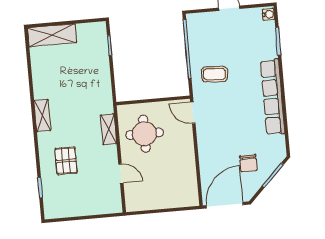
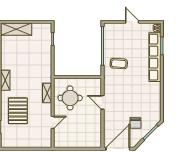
row of seats: (273, 97) -> (155, 57), moved
door: (193, 113) -> (103, 102), moved
pallet: (66, 161) -> (18, 111), width x1.50, depth x1.42
door: (121, 173) -> (53, 122), hinge flipped

